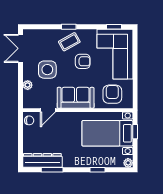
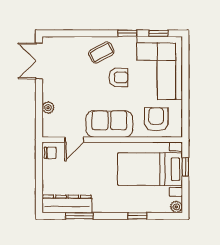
window: (69, 27) -> (127, 33), moved
side table: (47, 70) -> (73, 88), removed

